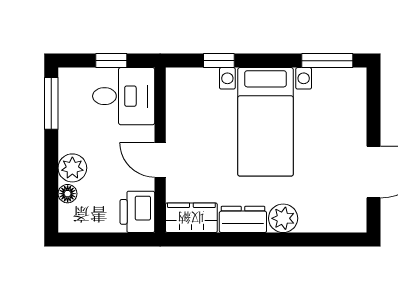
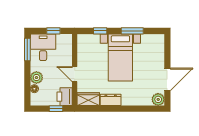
window: (327, 61) -> (132, 31), moved
desk: (124, 96) -> (43, 47), moved, turned -90
plant: (283, 218) -> (158, 99), moved
window: (117, 240) -> (56, 109), added

